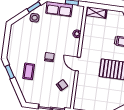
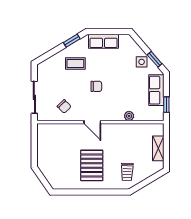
shelving: (96, 12) -> (158, 148), moved
row of seats: (14, 46) -> (104, 41), added
door: (78, 64) -> (92, 122), swing flipped

